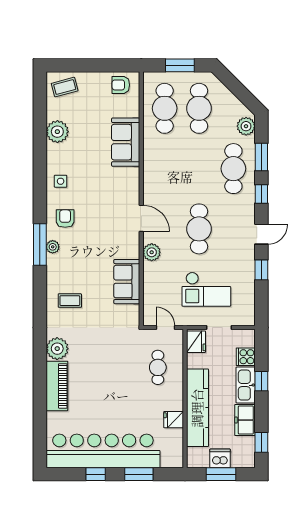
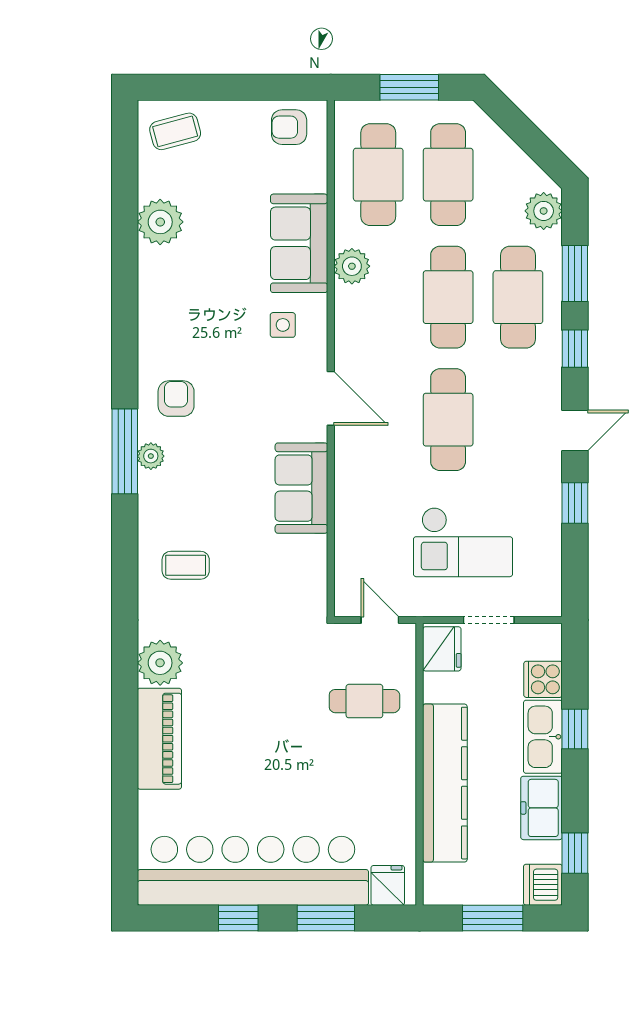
cafe table: (199, 169) -> (448, 297), added
side table: (61, 181) -> (283, 325), moved
plant: (152, 252) -> (352, 266), moved
sofa: (127, 282) -> (301, 488), moved
cafe table: (158, 367) -> (364, 701), turned 90
fridge: (174, 420) -> (388, 885), moved, turned 90
dishwasher: (220, 458) -> (543, 885), moved, turned -90

